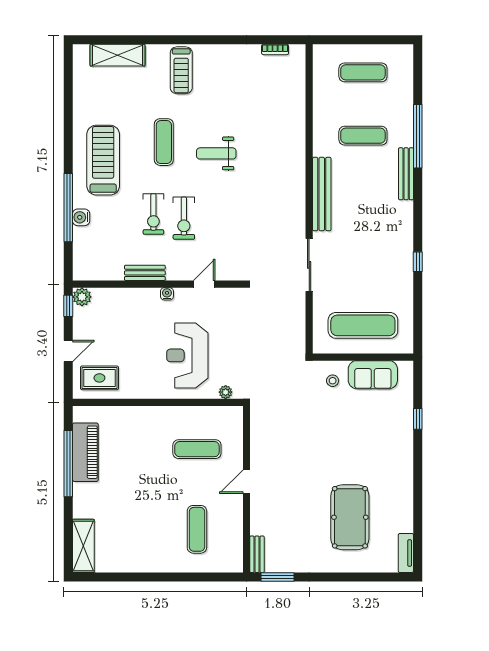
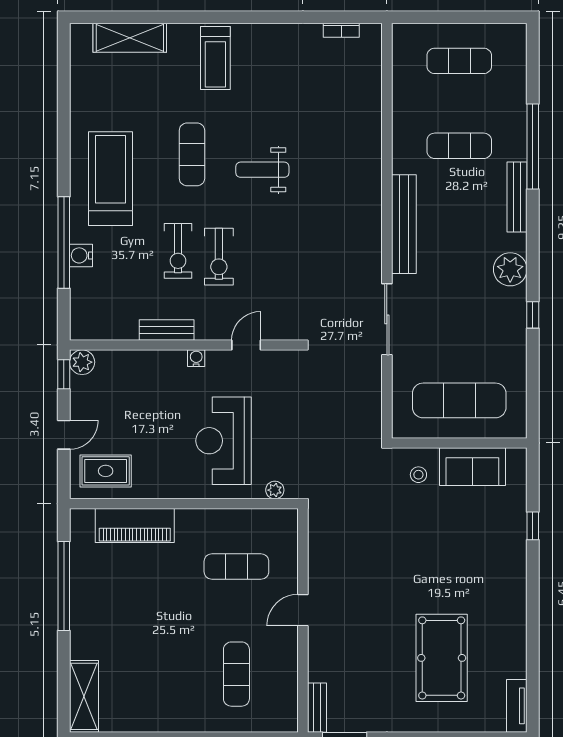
plant: (401, 228) -> (510, 269), added
piano: (85, 452) -> (135, 525), moved, turned 90

